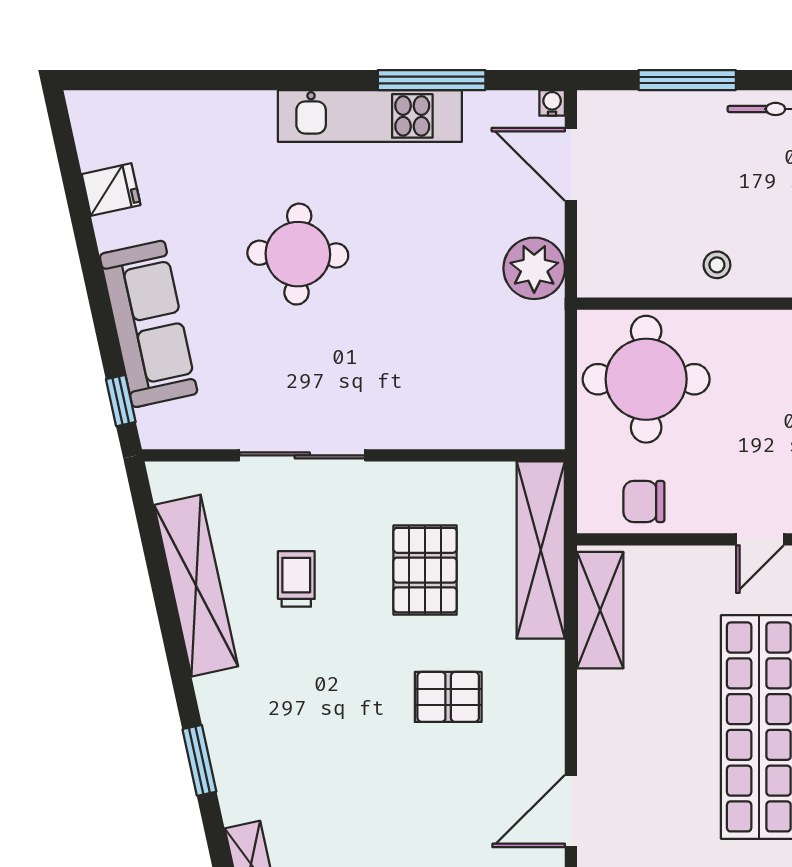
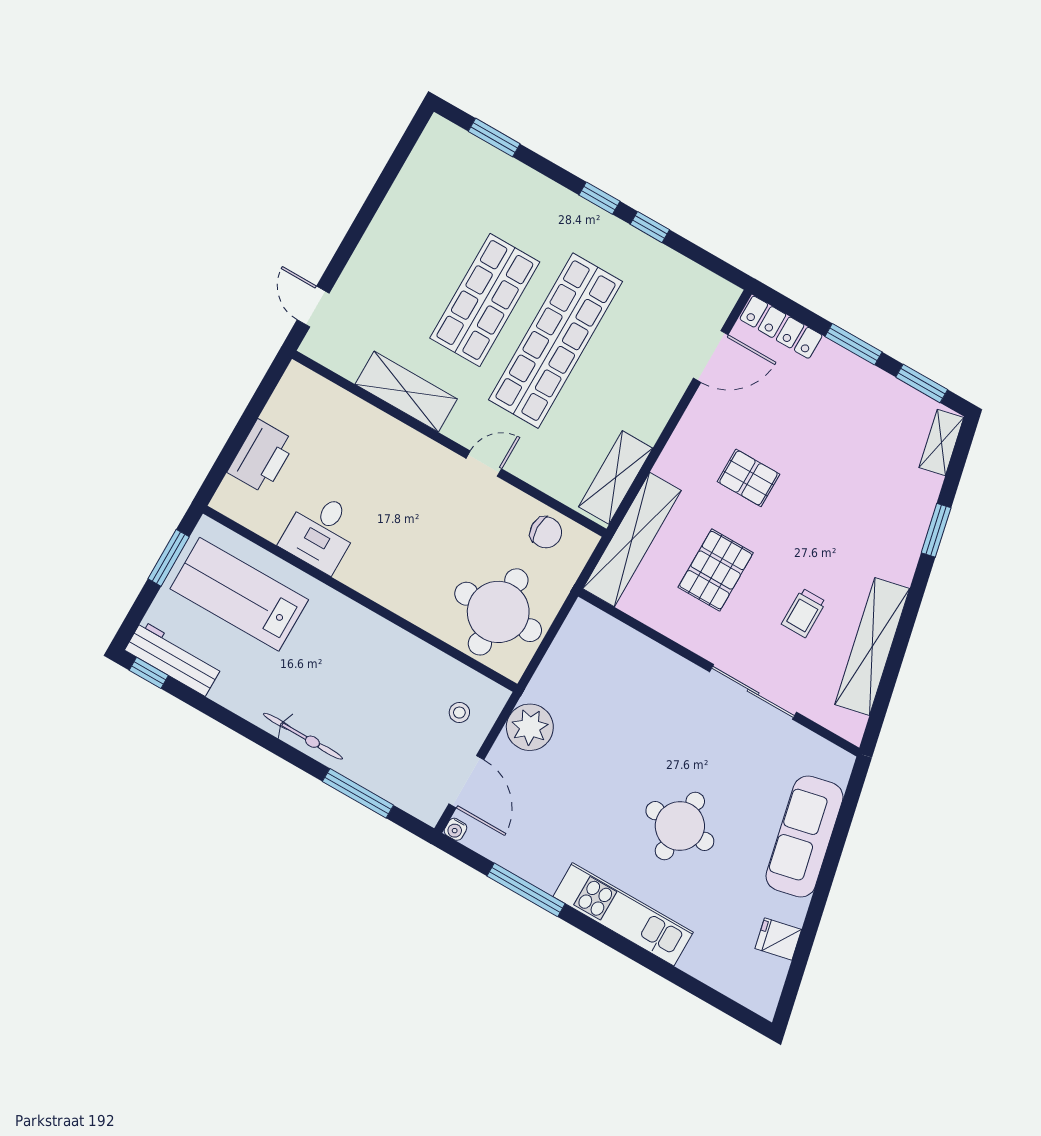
kitchen unit: (370, 116) -> (623, 914), moved
stool: (717, 265) -> (459, 713), moved
window: (121, 401) -> (852, 797), removed

